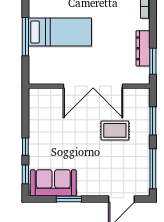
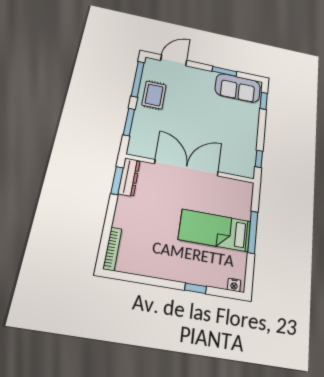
dresser: (143, 48) -> (129, 177), moved
rug: (115, 130) -> (154, 95), moved, turned 90
window: (25, 147) -> (259, 159), moved

